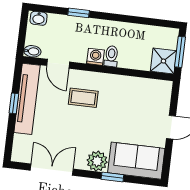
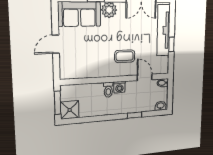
shower: (163, 61) -> (70, 110), moved
tv unit: (27, 99) -> (164, 30), moved

